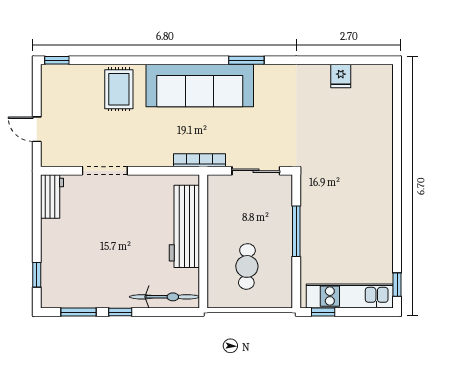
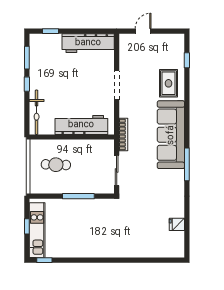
window: (57, 60) -> (187, 60), moved
window: (246, 60) -> (187, 164), width x1.44
rug: (119, 89) -> (168, 83), turned 90
doorway: (105, 171) -> (117, 85), moved
workbench: (52, 197) -> (88, 43), width x1.88, depth x1.32
window: (323, 312) -> (27, 226), moved

